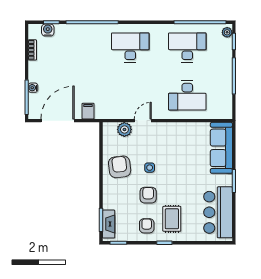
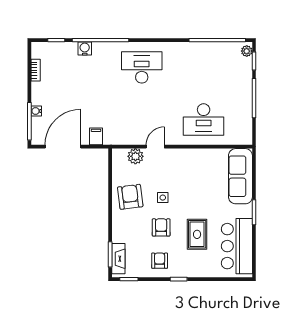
water cooler: (48, 30) -> (85, 49), moved
desk: (187, 47) -> (204, 67), removed
rug: (172, 219) -> (197, 234), moved

